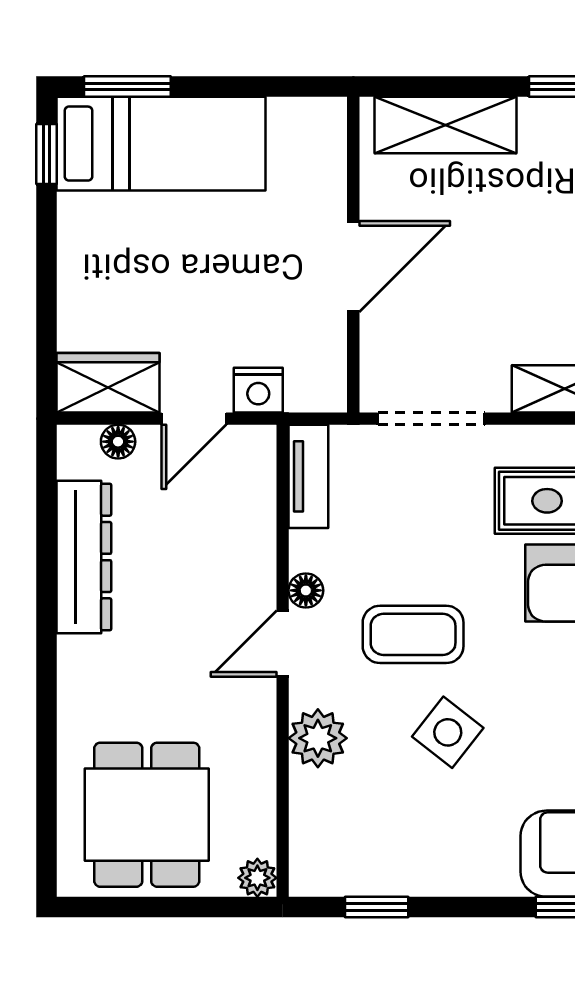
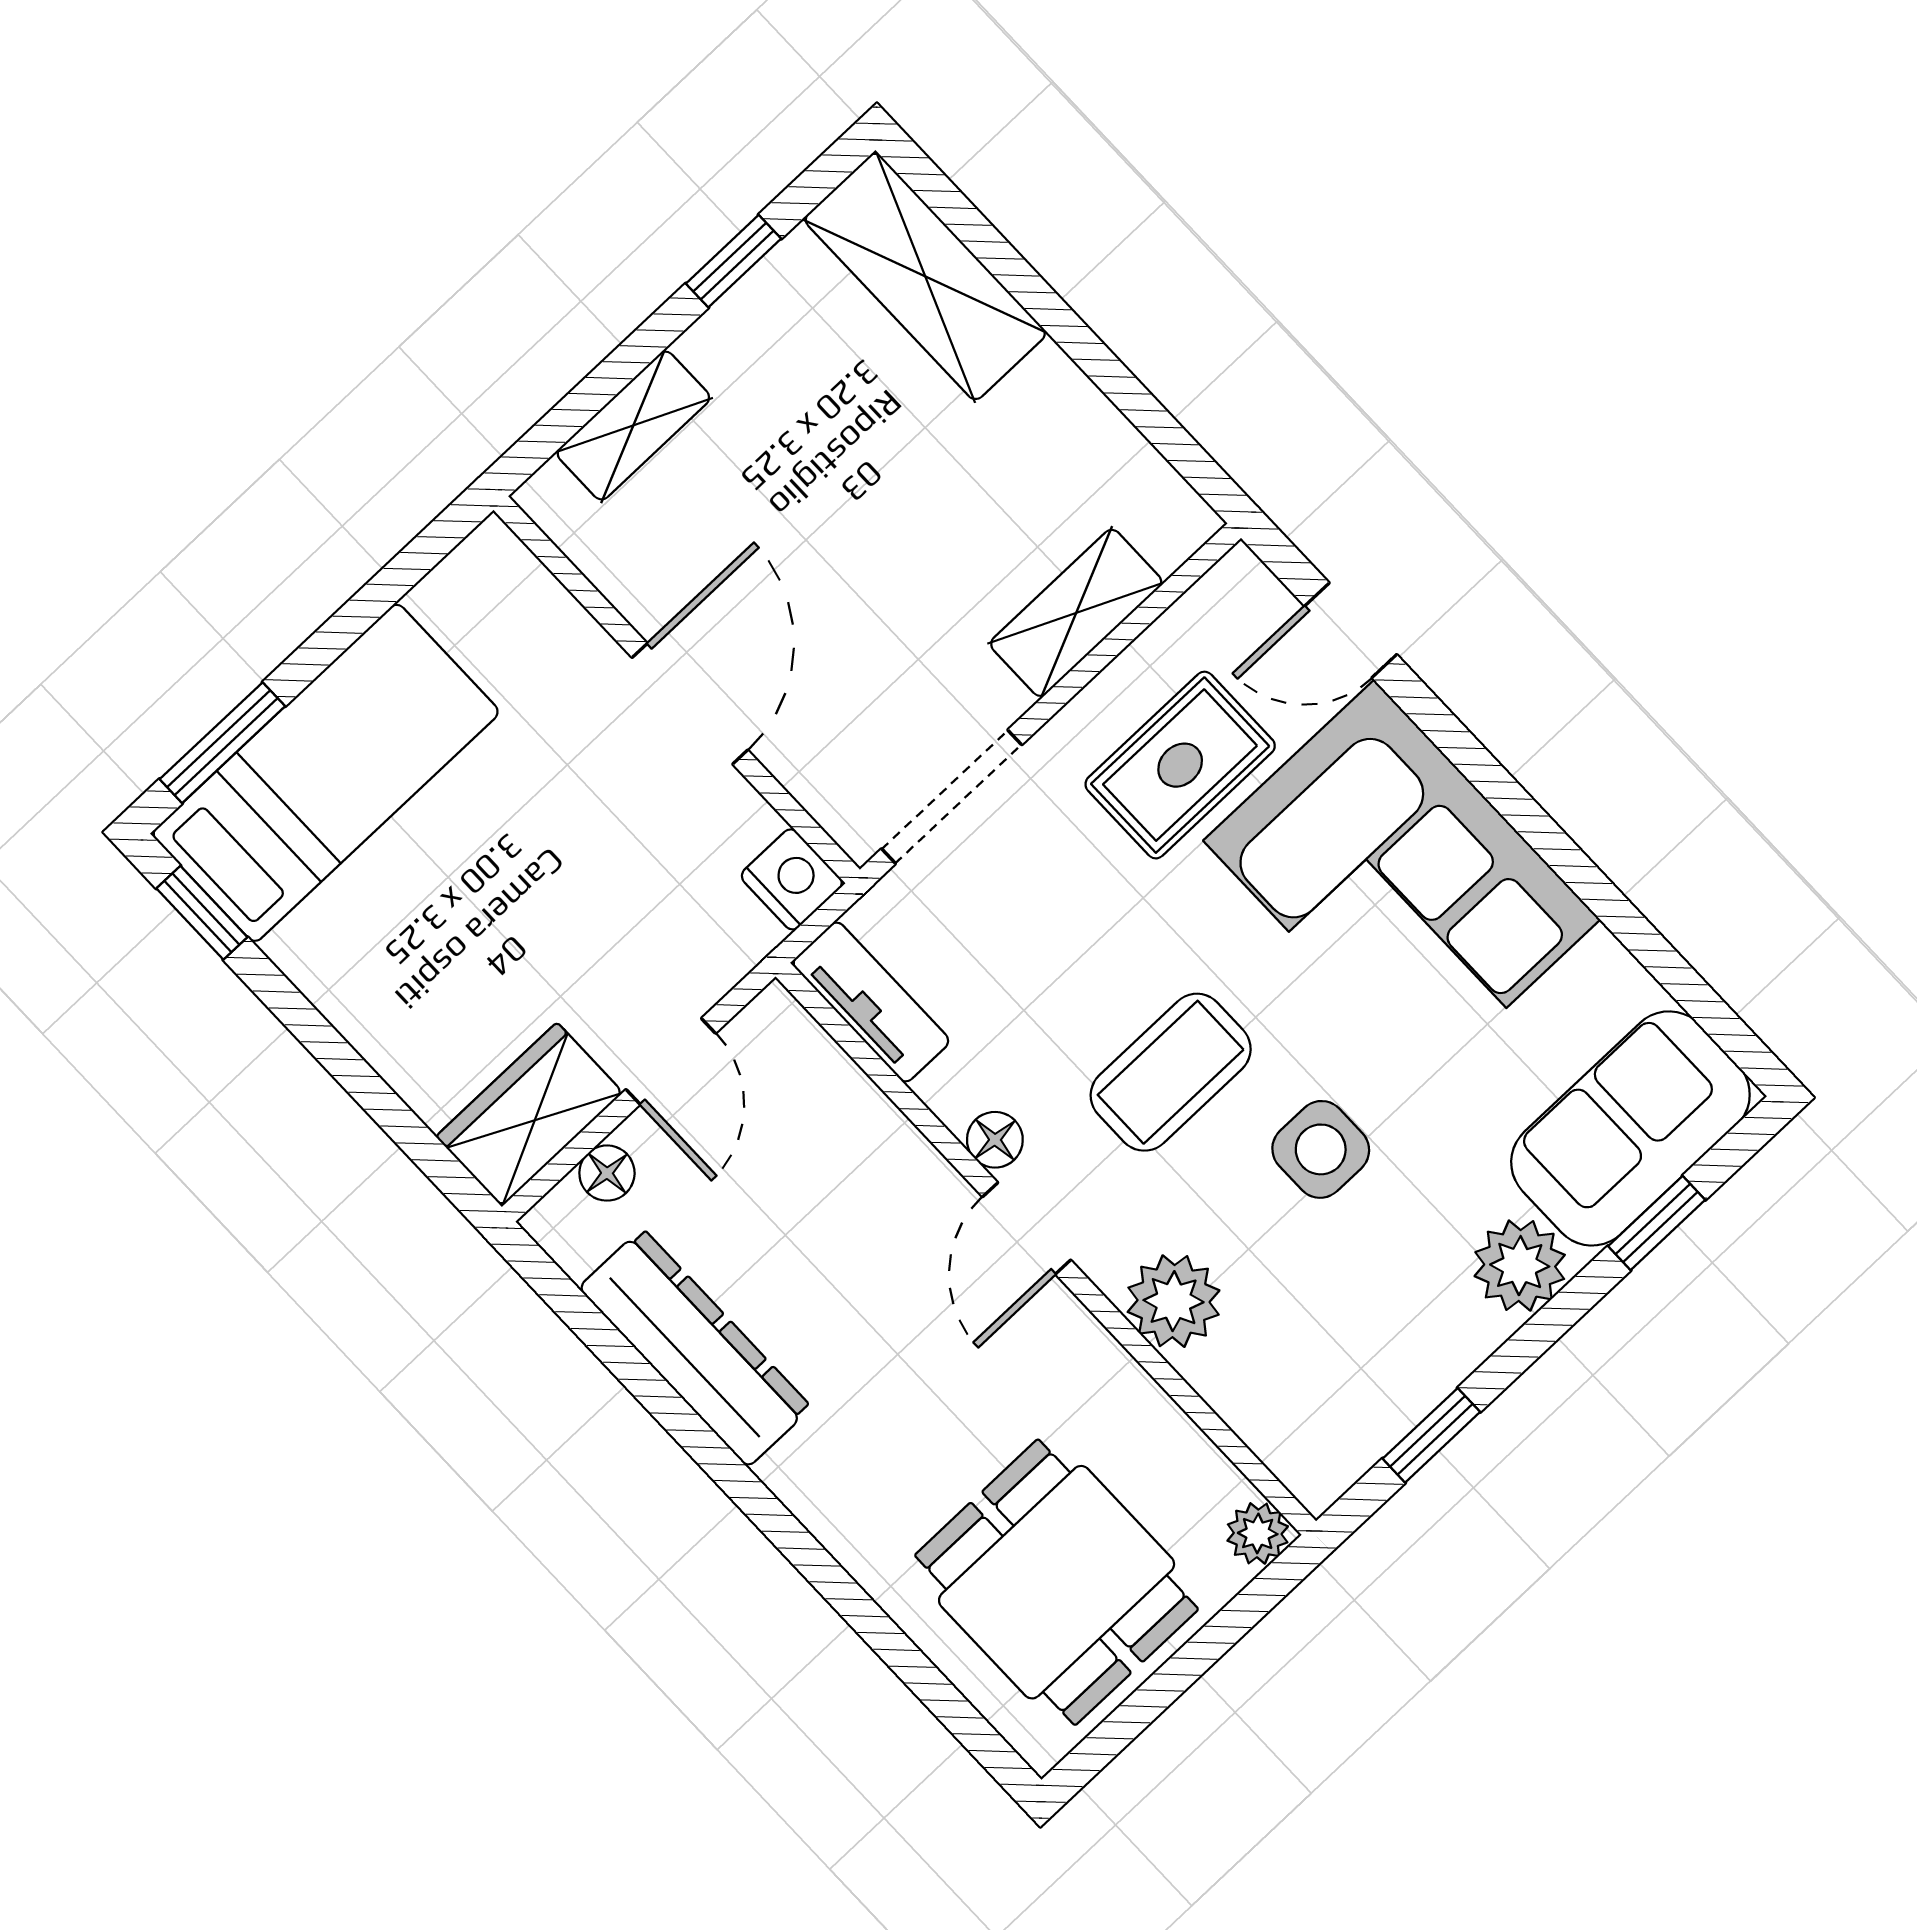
shelving: (445, 125) -> (633, 425), width x0.67, depth x0.75
nightstand: (258, 390) -> (792, 879), moved, turned -90
side table: (448, 732) -> (1321, 1149), turned -38
plant: (488, 868) -> (1520, 1266), added

